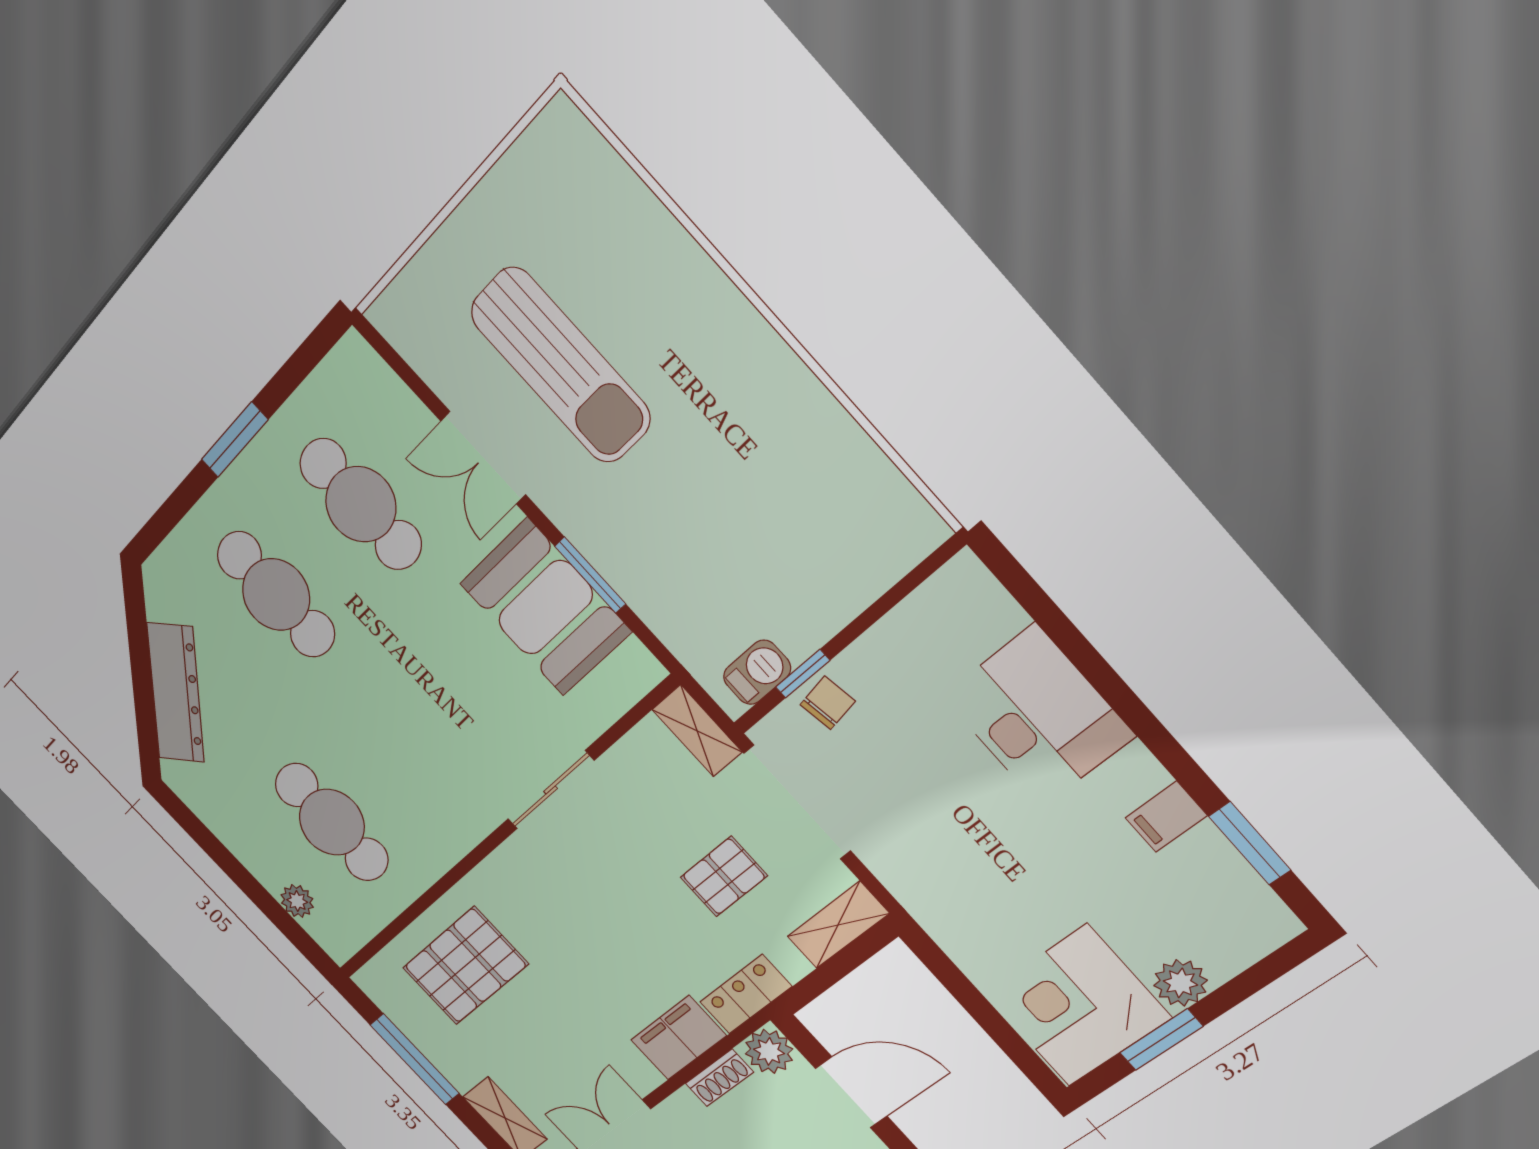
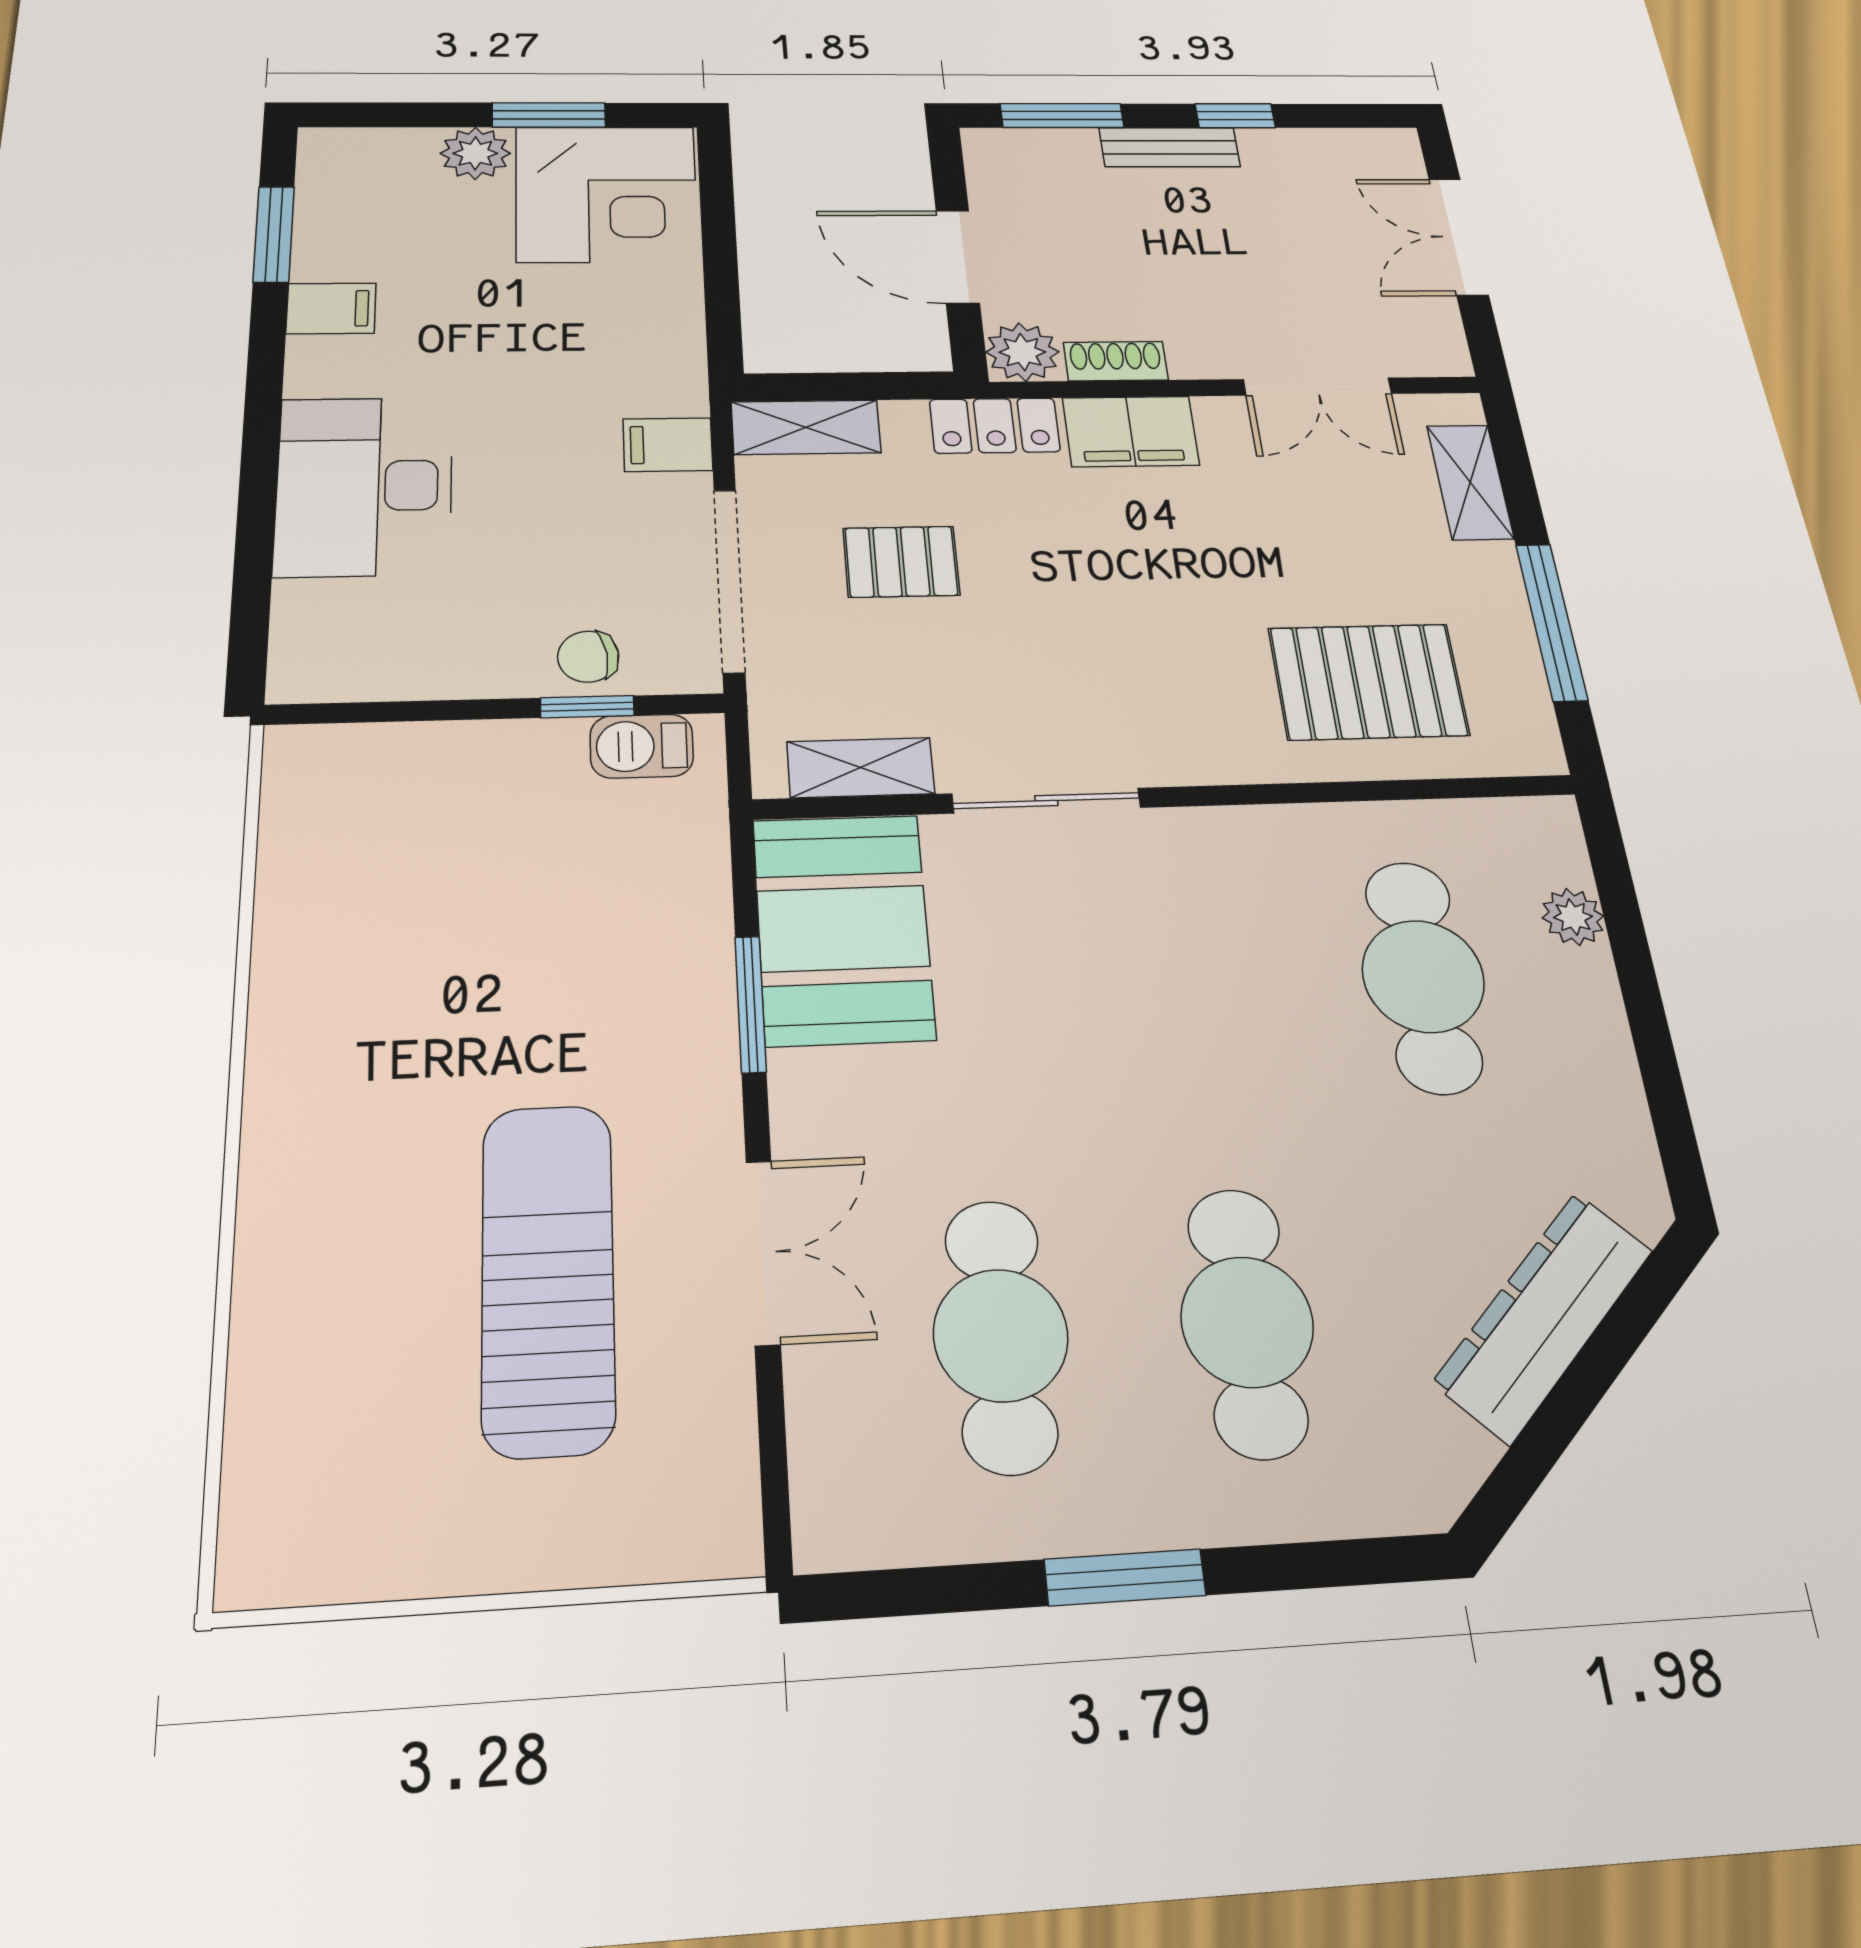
booth: (545, 607) -> (843, 929), moved
shelving: (697, 731) -> (861, 768), moved, turned 90
filing cabinet: (899, 862) -> (668, 445), added

